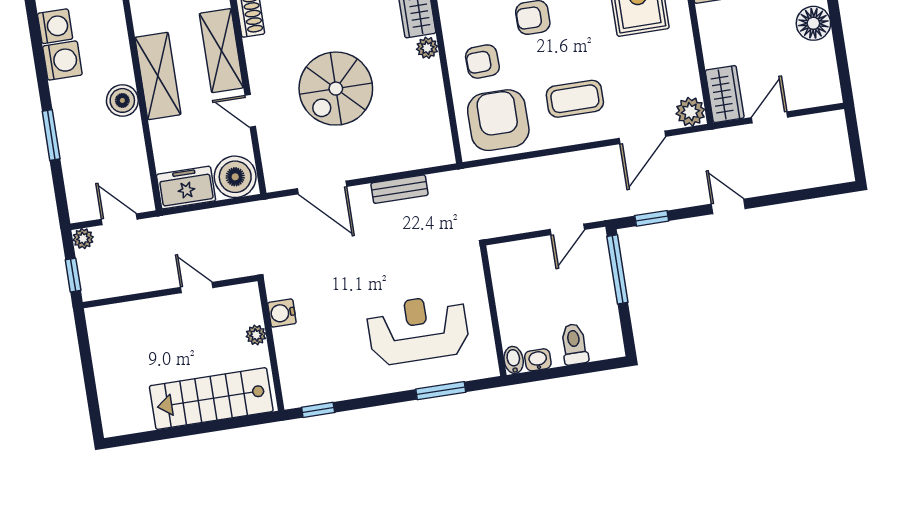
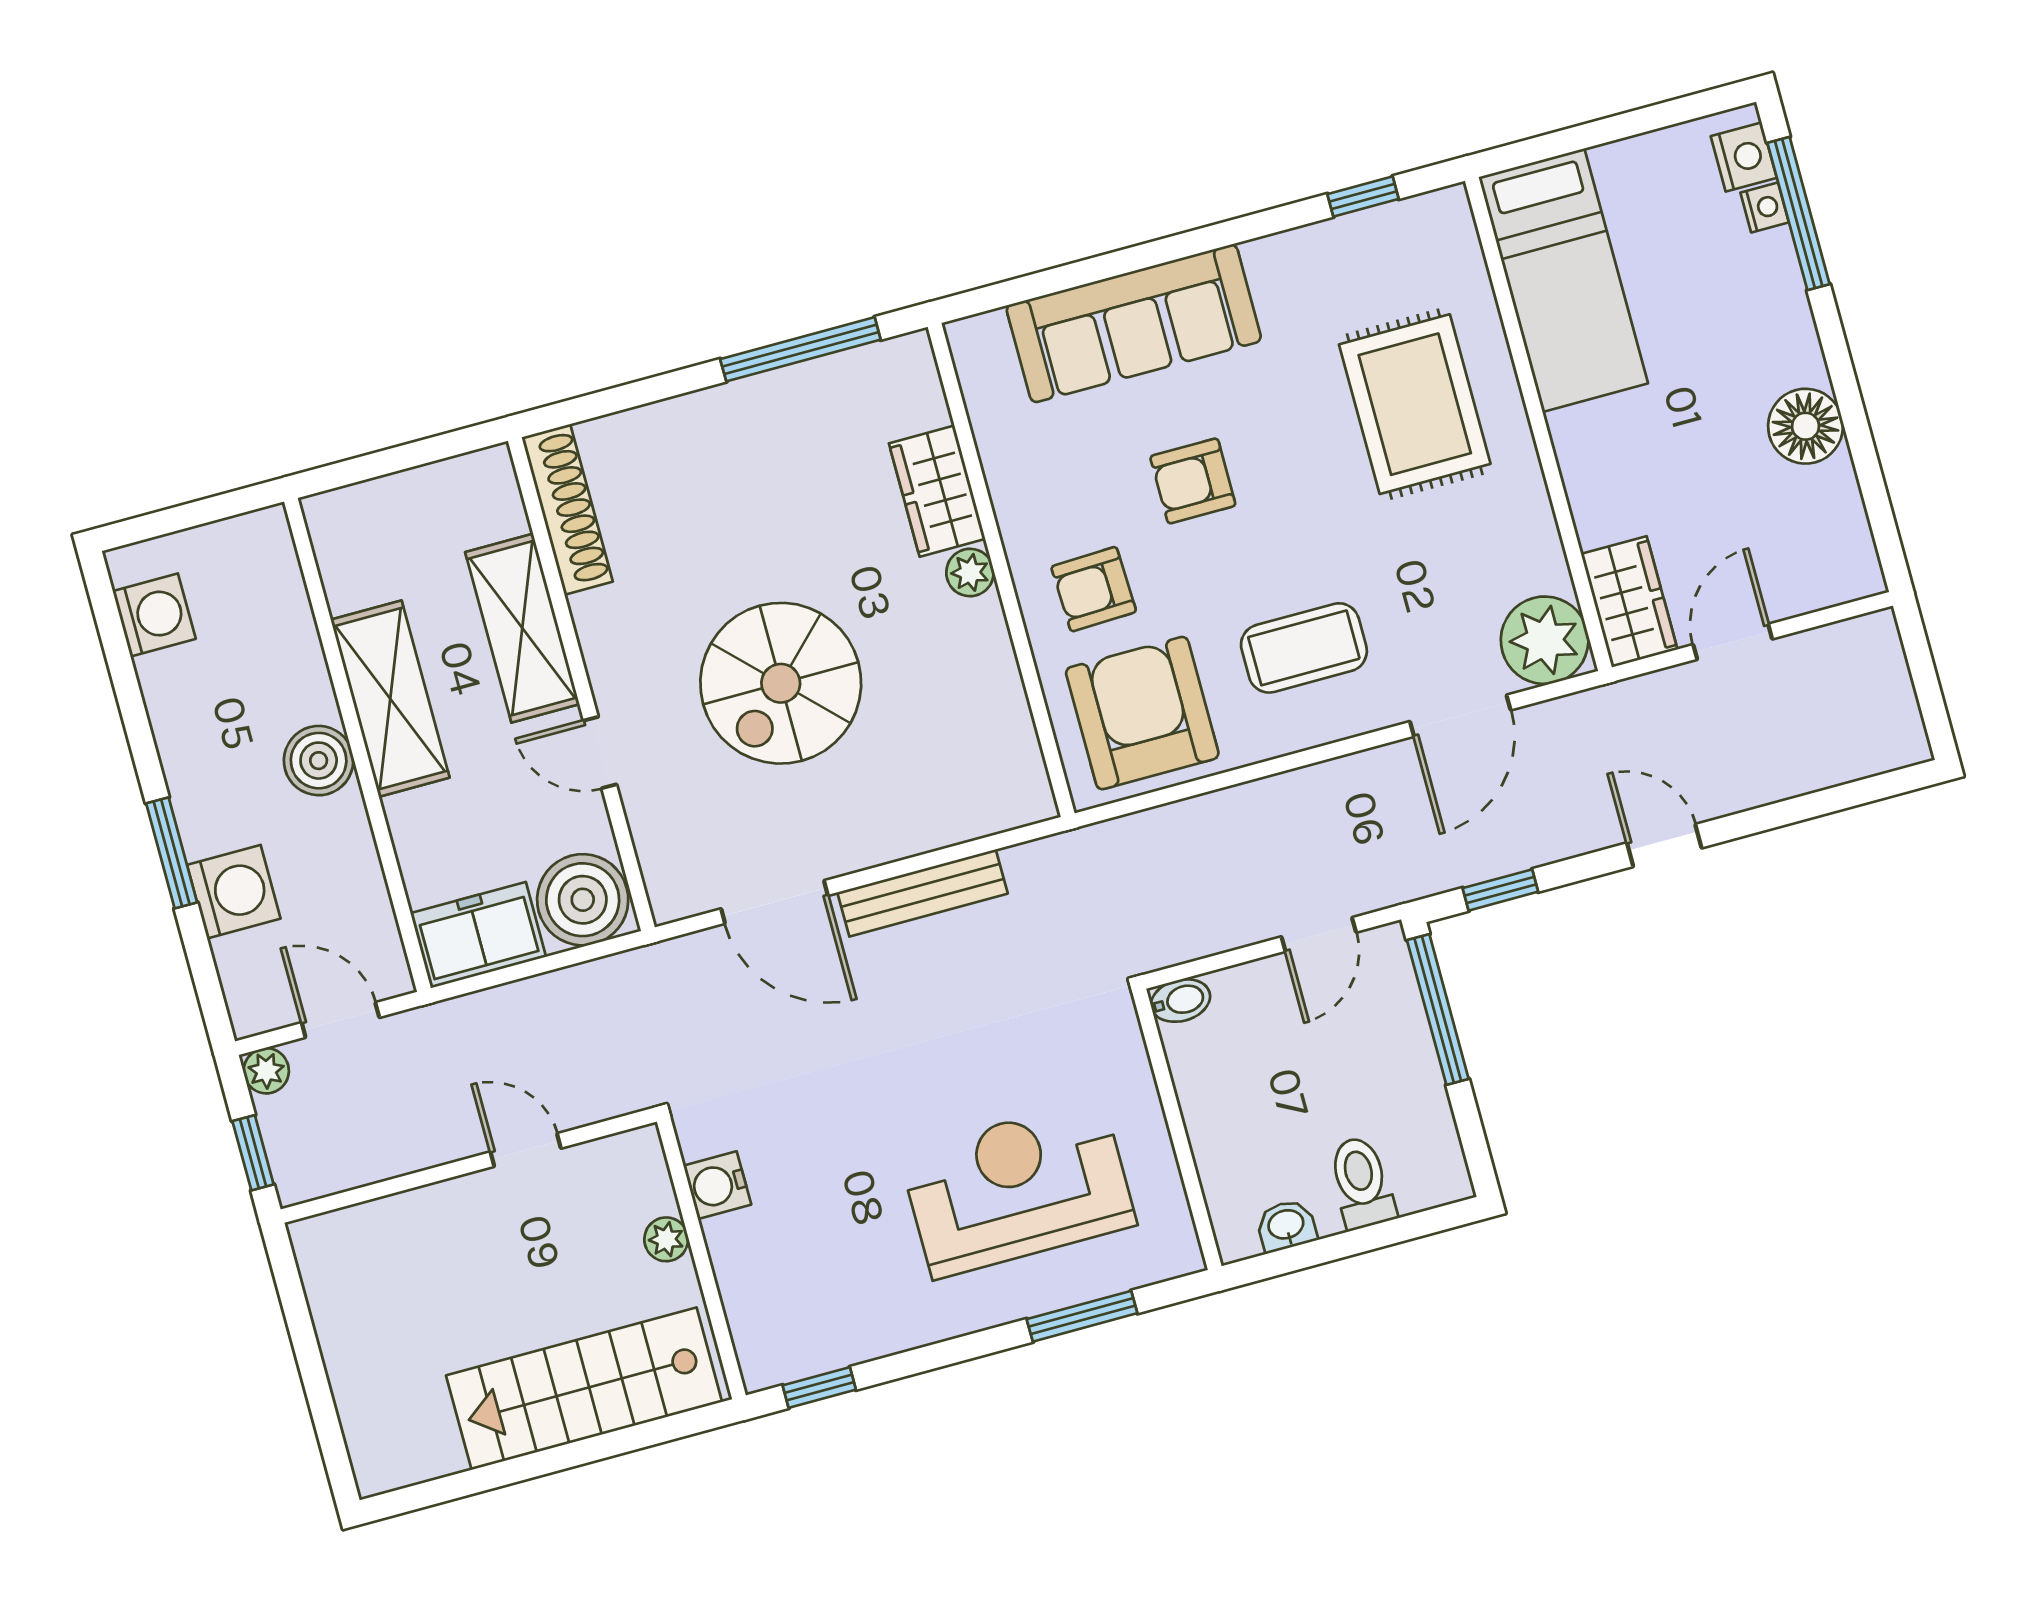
washing machine: (62, 61) -> (234, 892), moved
plant: (690, 112) -> (1545, 640), width x1.36, depth x1.36
bench: (399, 189) -> (922, 893), width x1.36
bidet: (514, 360) -> (1181, 1001), moved, turned 90

